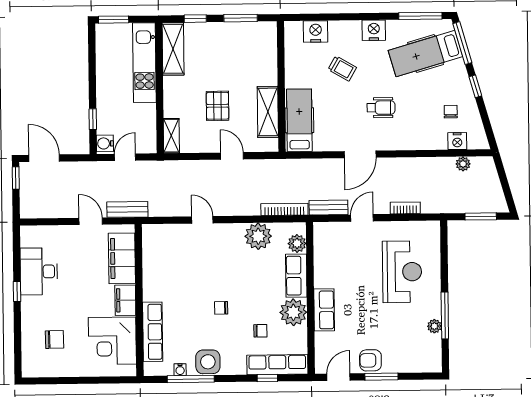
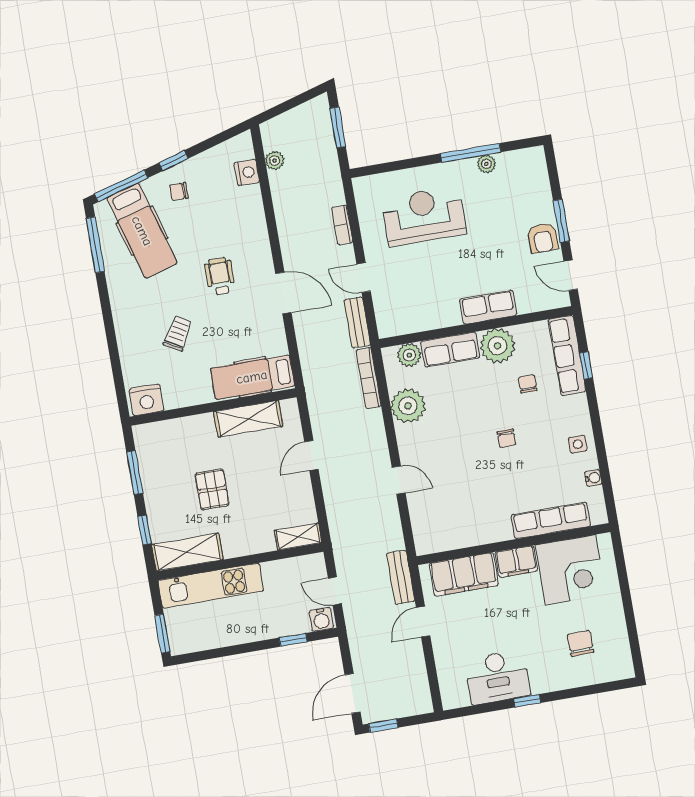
nightstand: (374, 30) -> (123, 301), removed
nightstand: (316, 31) -> (146, 400), moved, turned -90
pallet: (218, 106) -> (212, 489), moved, turned 90
chair: (451, 112) -> (179, 191), moved
door: (202, 220) -> (399, 480), swing flipped
side table: (208, 362) -> (578, 444), width x0.54, depth x0.54
window: (191, 379) -> (603, 462), removed

